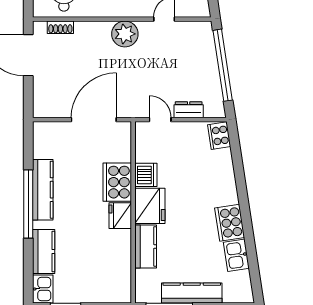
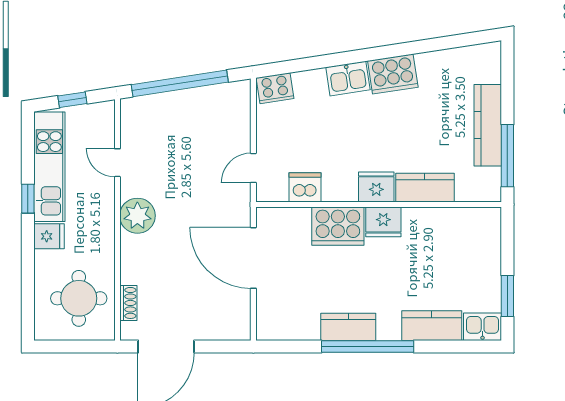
dresser: (189, 110) -> (240, 129), removed
dishwasher: (146, 175) -> (305, 187), moved
kitchen counter: (43, 190) -> (348, 327), width x0.67
fridge: (150, 206) -> (376, 187), width x0.73, depth x0.75
kitchen sink: (236, 255) -> (348, 79), moved

